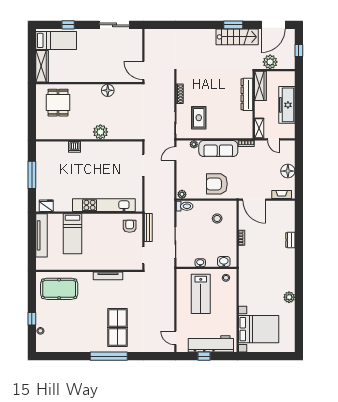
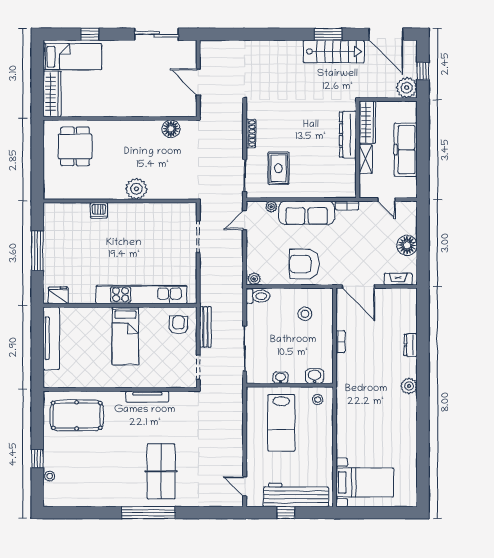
door: (273, 25) -> (386, 34), hinge flipped
plant: (270, 62) -> (407, 88), moved
door: (143, 70) -> (198, 82), moved
floor lamp: (108, 90) -> (171, 129), moved
shelving: (259, 128) -> (366, 159), moved
bed: (72, 234) -> (125, 336), moved
plant: (289, 297) -> (409, 386), moved
bed with nightstands: (259, 329) -> (365, 482), width x0.73

